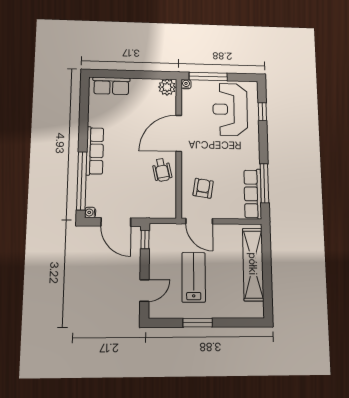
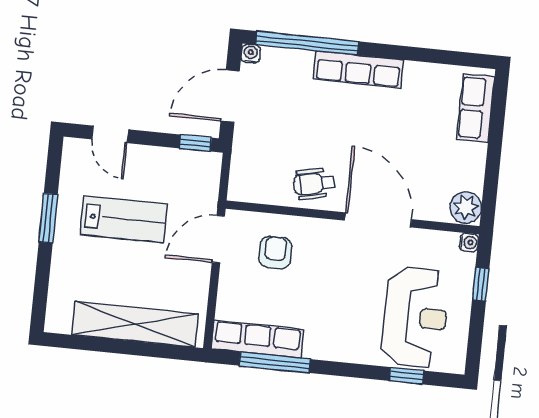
window: (208, 76) -> (481, 284), width x0.46
reception desk: (230, 109) -> (415, 317), turned 90
armchair: (203, 188) -> (275, 252), turned -99

